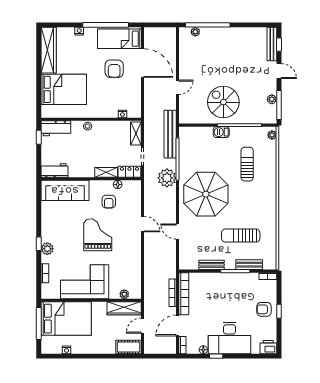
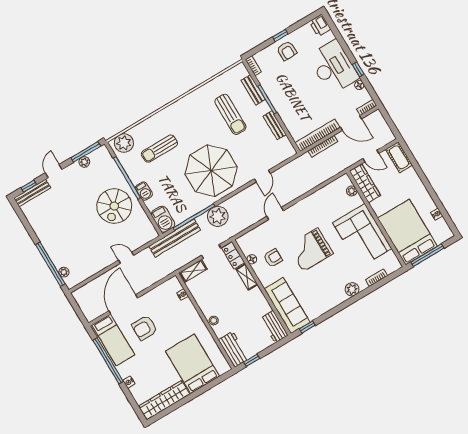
armchair: (114, 69) -> (145, 328), turned 180
barbecue: (190, 134) -> (163, 219), added
plant: (272, 135) -> (124, 143), width x1.88, depth x1.88
window: (39, 244) -> (307, 327), moved

